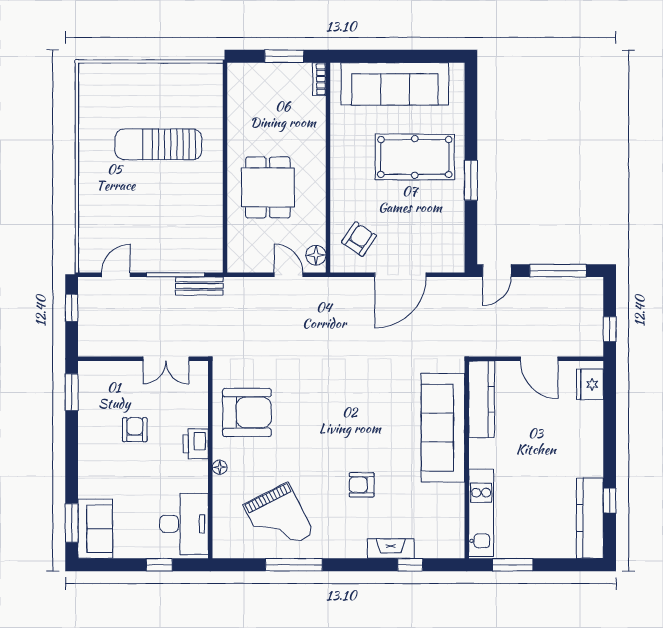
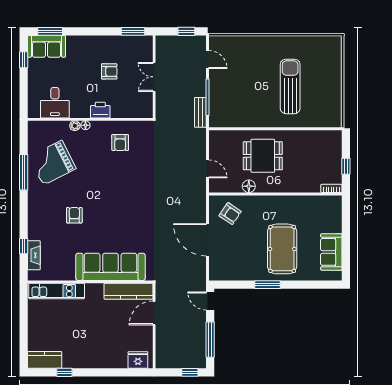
window: (284, 56) -> (346, 166), width x0.67
sofa: (395, 84) -> (331, 252), width x0.54, depth x0.79
floor lamp: (316, 255) -> (249, 186), moved
door: (288, 275) -> (207, 169), hinge flipped
window: (610, 329) -> (190, 372), moved
double door: (166, 359) -> (154, 77), moved
door: (539, 359) -> (154, 313), moved
armchair: (247, 412) -> (120, 143), width x0.53, depth x0.53
plant: (220, 484) -> (75, 126), added
kitchen counter: (590, 518) -> (45, 360), width x0.67
desk: (184, 524) -> (55, 103), width x0.73
fireplace: (391, 549) -> (34, 255), moved
window: (159, 565) -> (24, 60), moved
window: (513, 565) -> (24, 311), removed

